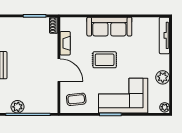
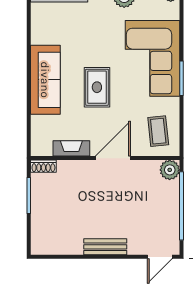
plant: (17, 107) -> (170, 170), moved

